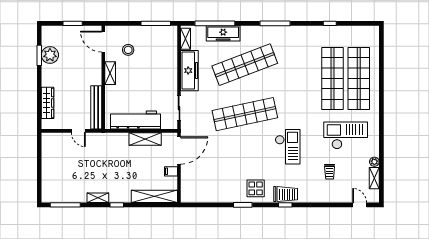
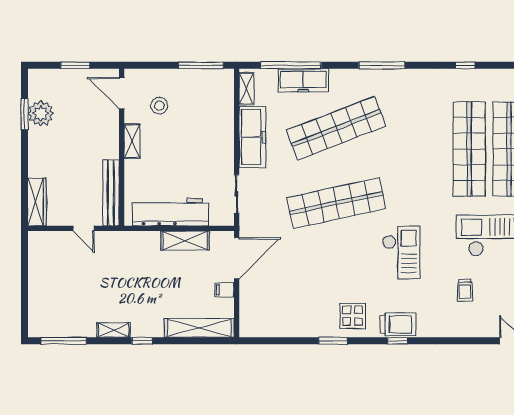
wardrobe: (48, 103) -> (37, 202), moved

